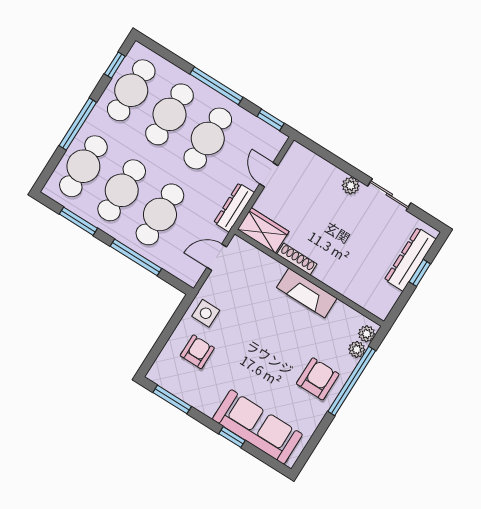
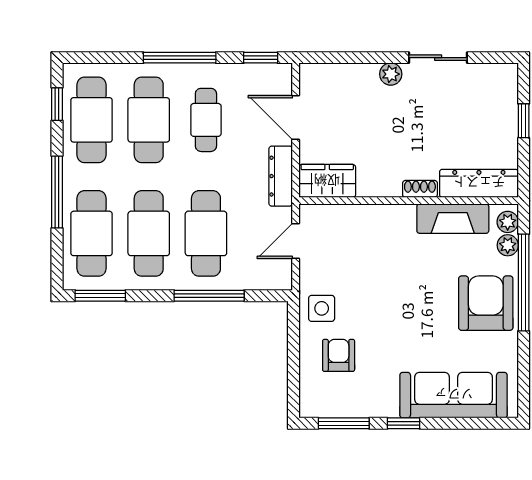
cafe table: (208, 138) -> (206, 120), width x0.73, depth x0.74
door: (269, 175) -> (296, 118), width x1.38
window: (78, 221) -> (100, 296), moved
shoe rack: (297, 259) -> (420, 189), moved, width x0.70
dresser: (410, 259) -> (479, 183), moved, turned 90
fireplace: (307, 293) -> (453, 219), moved
armchair: (318, 379) -> (486, 303), width x1.36, depth x1.36
window: (232, 437) -> (403, 423), moved

